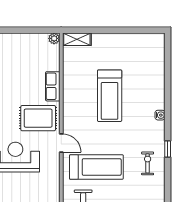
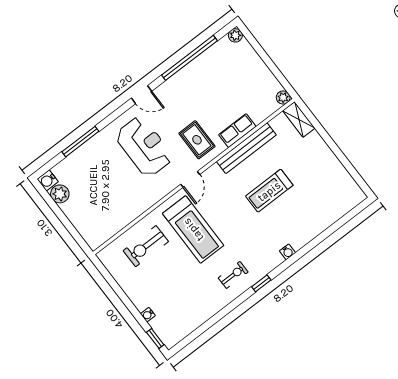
bench: (69, 89) -> (246, 148), added
treadmill: (110, 96) -> (269, 191), width x0.73, depth x0.73
rug: (38, 118) -> (197, 140), width x0.73, depth x0.70

